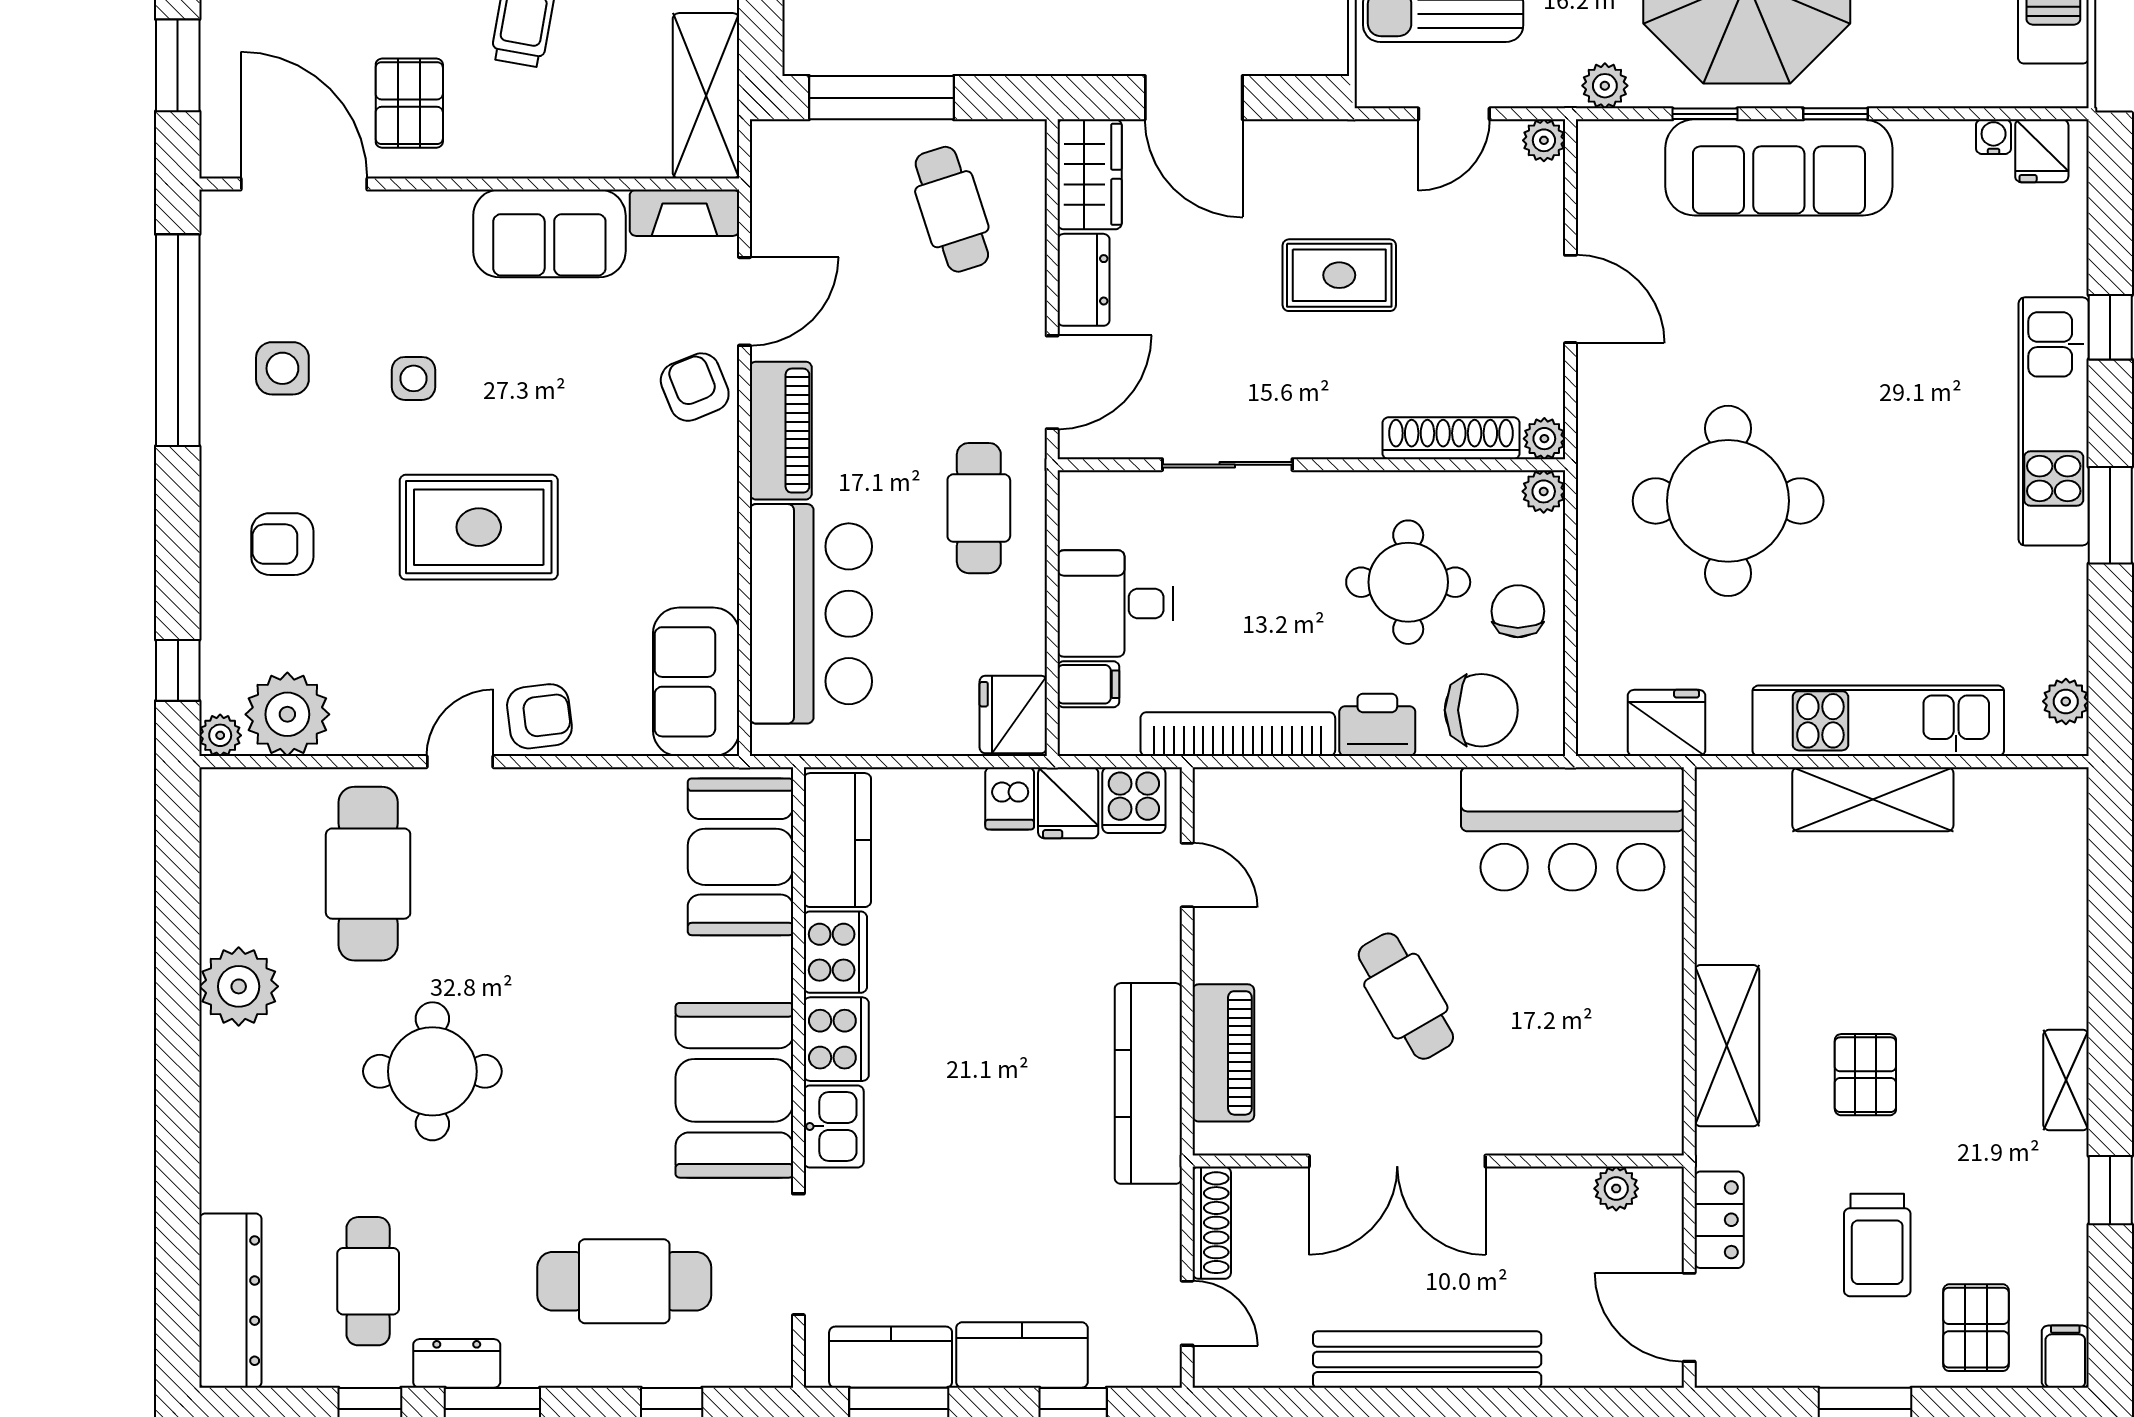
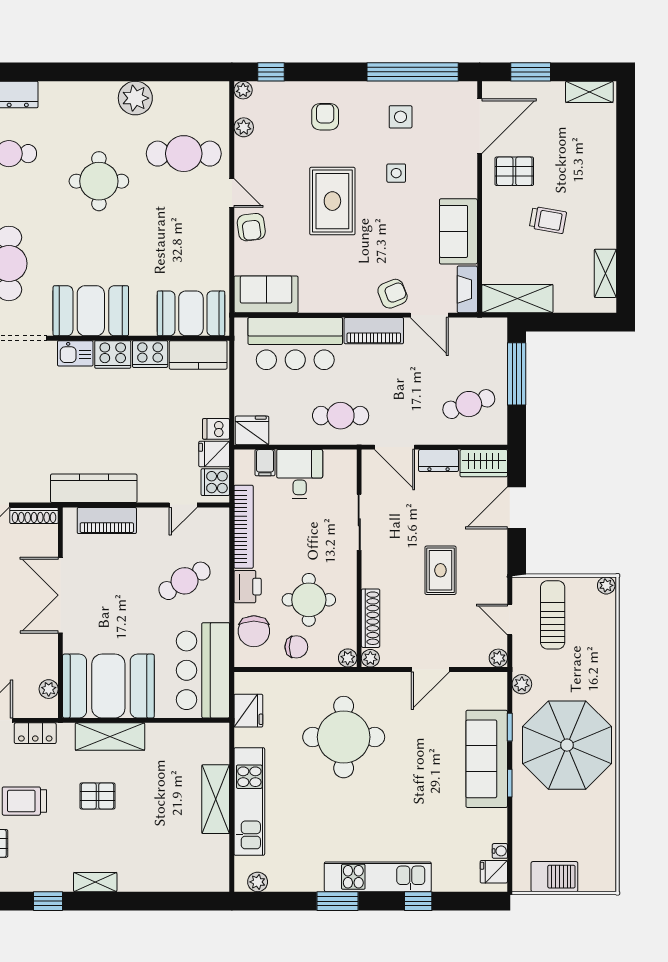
plant: (287, 714) -> (244, 127), width x0.53, depth x0.53
cafe table: (1406, 996) -> (185, 581), moved
booth: (1609, 1049) -> (108, 686), added

